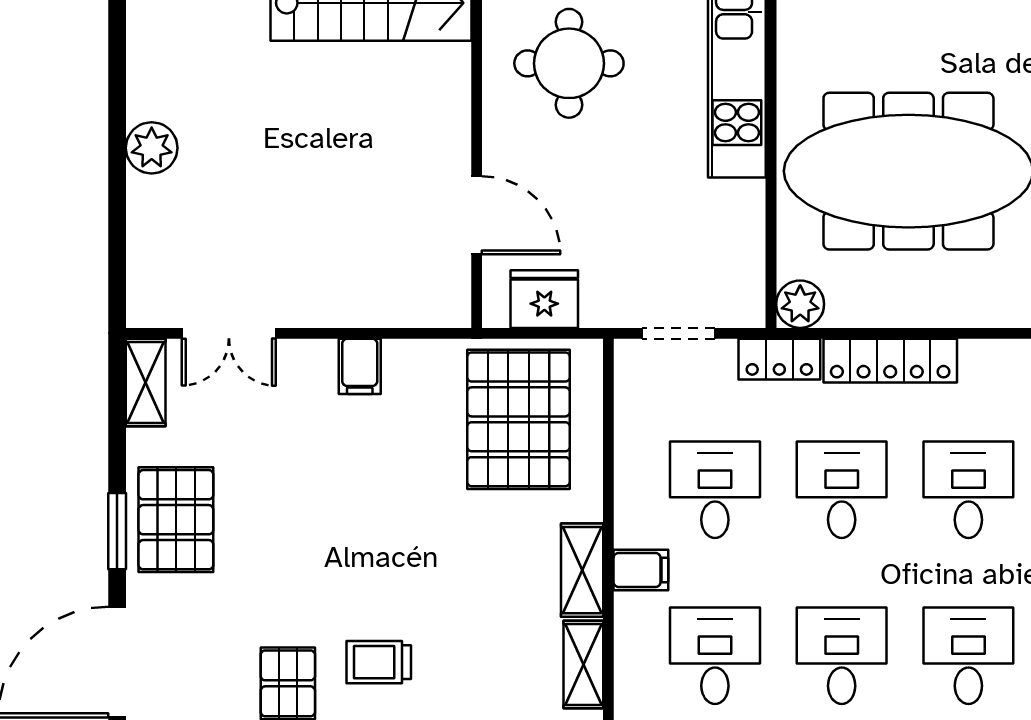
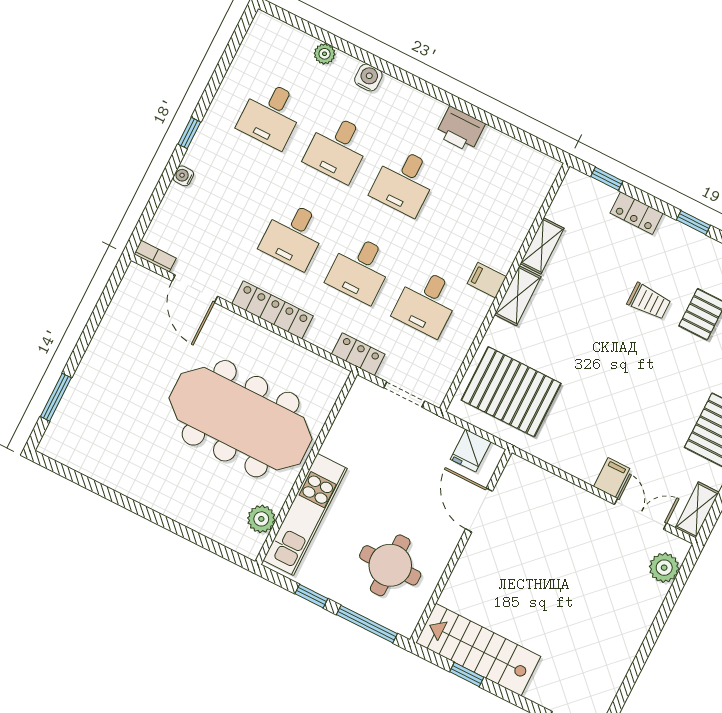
plant: (152, 148) -> (664, 568), moved
fridge: (544, 299) -> (471, 451), width x0.72
plant: (800, 304) -> (261, 519), moved
locker: (890, 361) -> (272, 310), moved
filing cabinet: (360, 366) -> (612, 478), moved
pallet: (518, 419) -> (511, 392), turned 90
desk: (715, 656) -> (471, 215), removed

